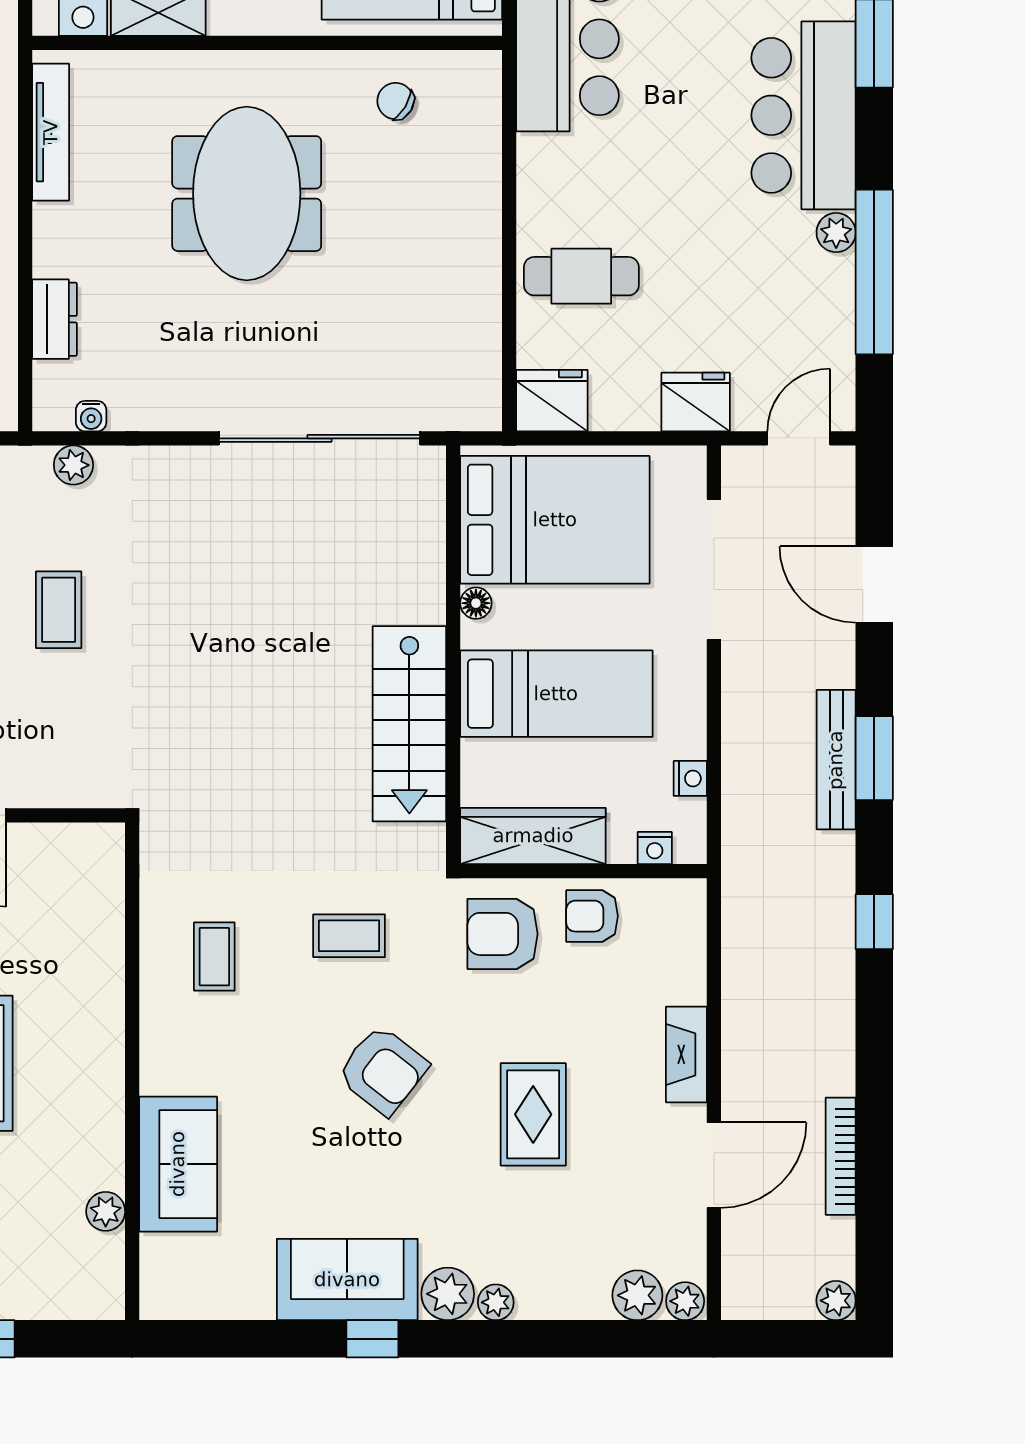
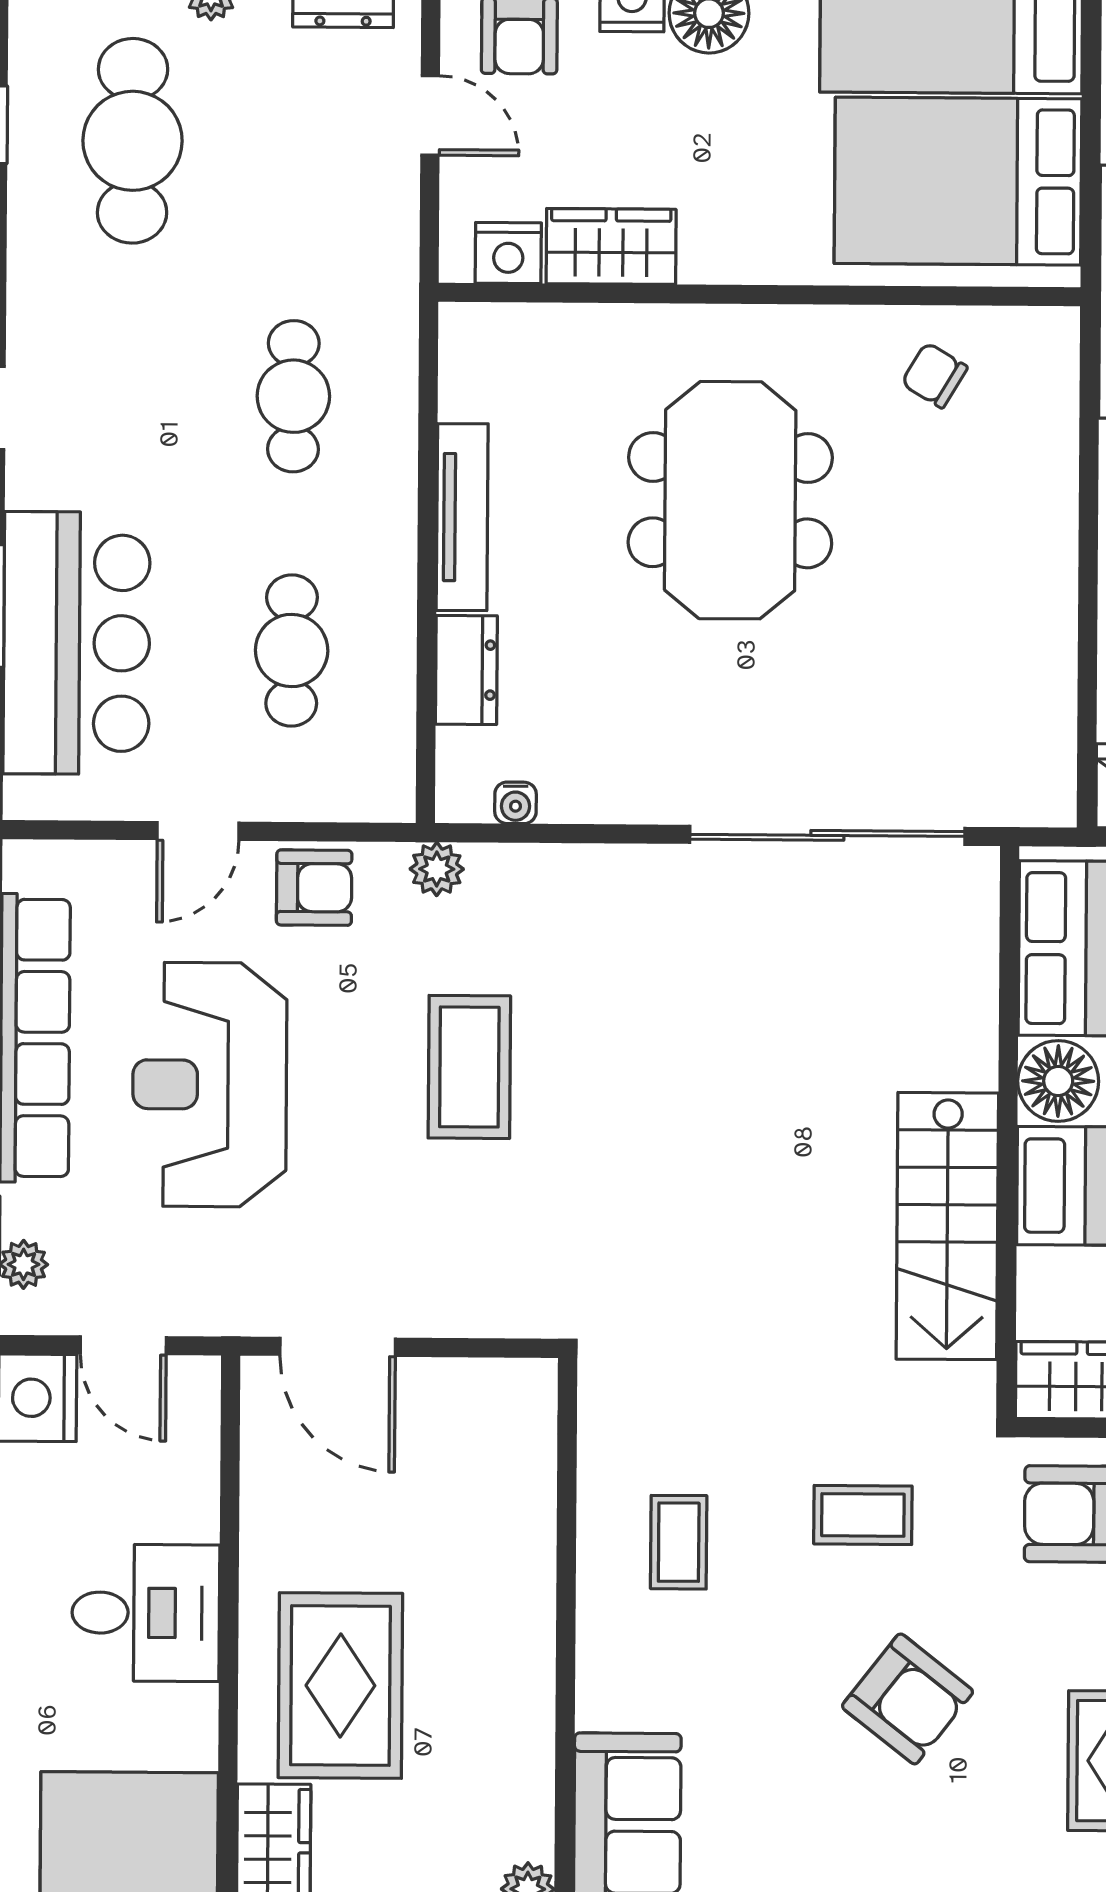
tv unit: (51, 132) -> (462, 517), moved
plant: (73, 465) -> (437, 869), moved
floor lamp: (476, 603) -> (1058, 1081), width x1.89, depth x1.89
coffee table: (59, 610) -> (469, 1067), width x1.36, depth x1.30

